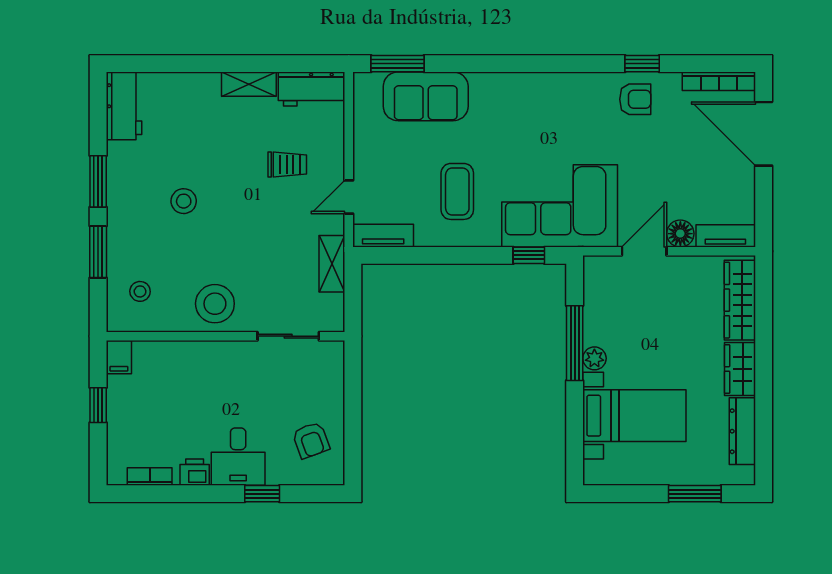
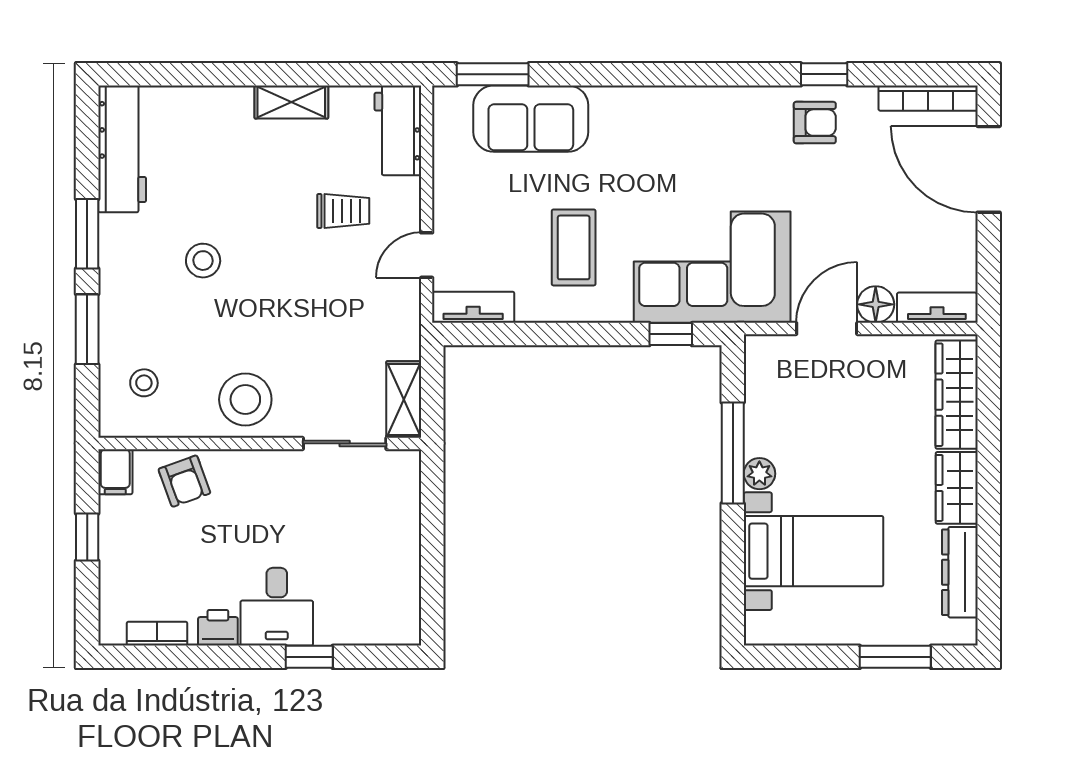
workbench: (311, 89) -> (398, 130), moved, turned 90
workbench: (124, 106) -> (122, 149), width x1.38
shelving: (332, 264) -> (404, 399), moved
armchair: (311, 440) -> (184, 481), moved

